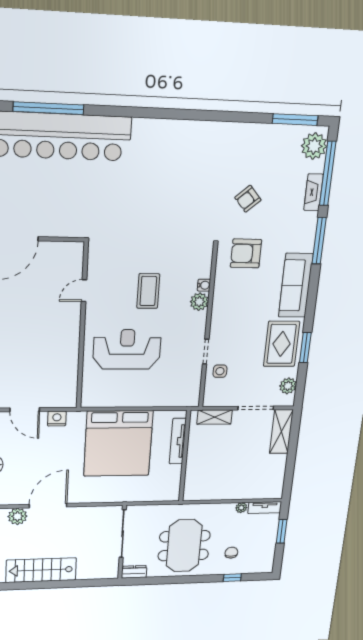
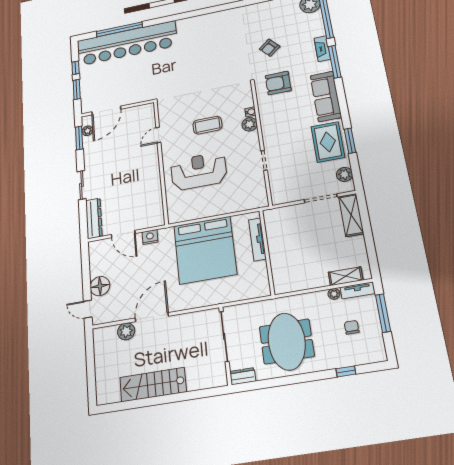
fireplace: (313, 192) -> (322, 49), moved
coffee table: (148, 291) -> (207, 125), turned 90
side table: (220, 371) -> (280, 174), removed
shelving: (215, 417) -> (346, 276), moved
window: (282, 531) -> (383, 313), width x1.44
chair: (231, 553) -> (352, 327), moved

